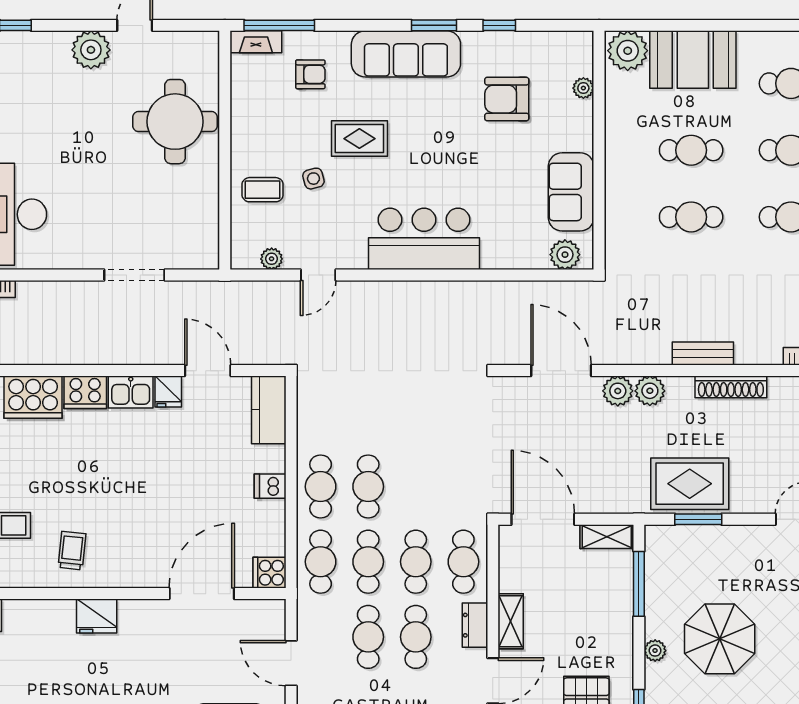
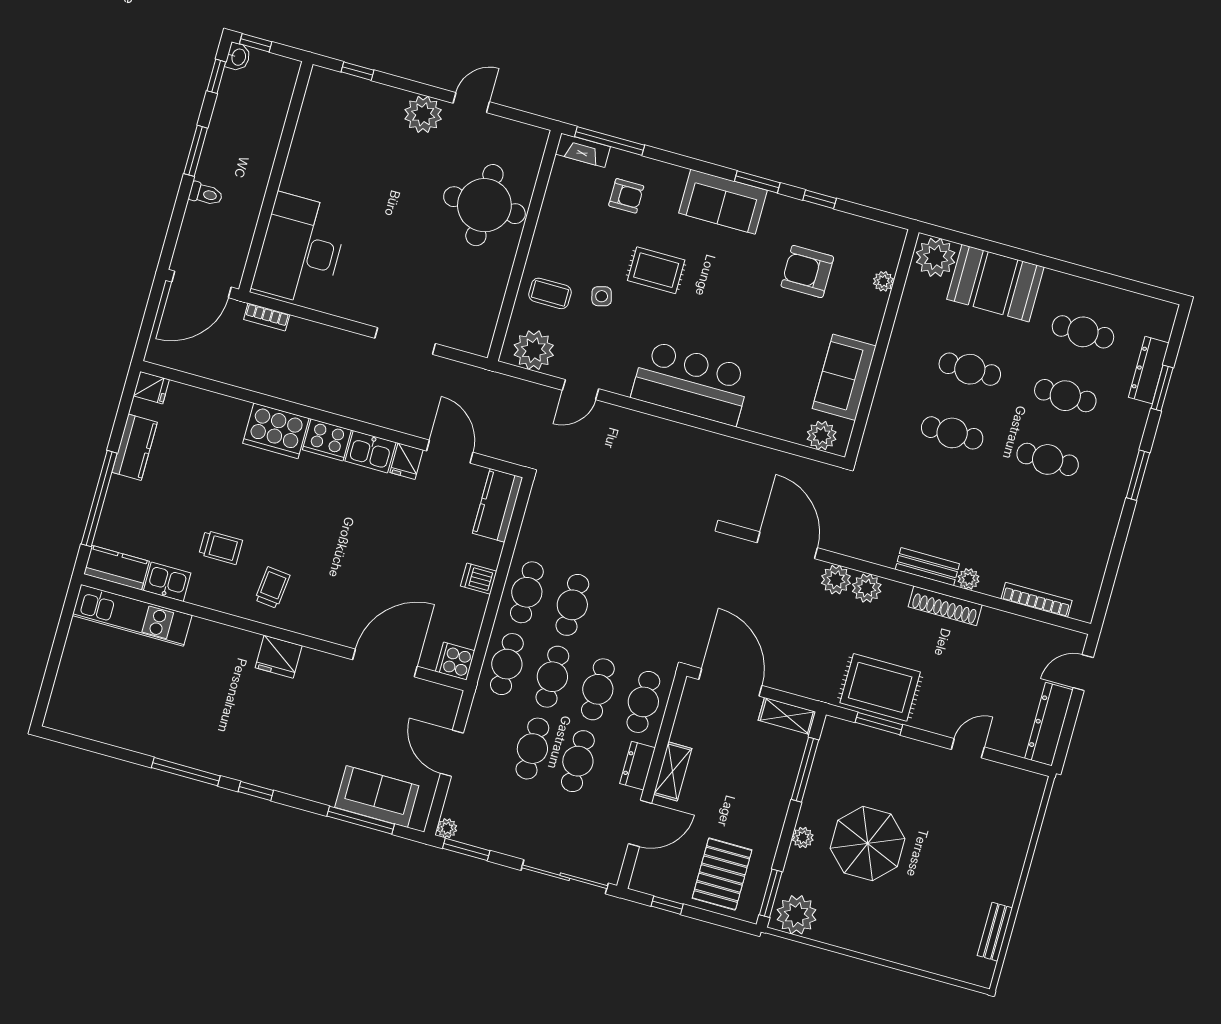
sofa: (406, 54) -> (723, 202), width x0.73
plant: (272, 259) -> (534, 350), width x1.87, depth x1.87
plant: (746, 354) -> (969, 579), added

